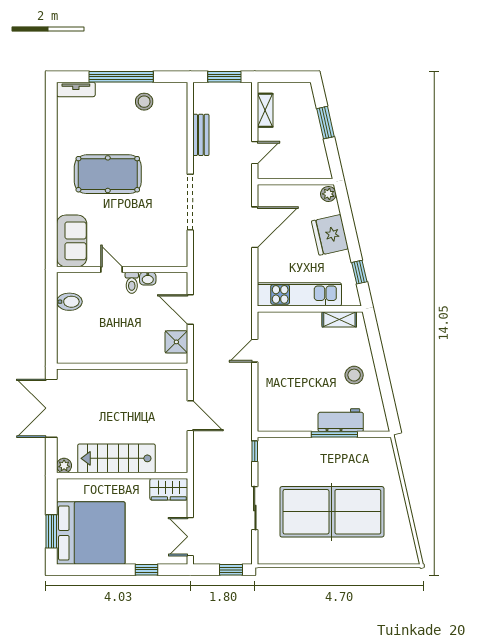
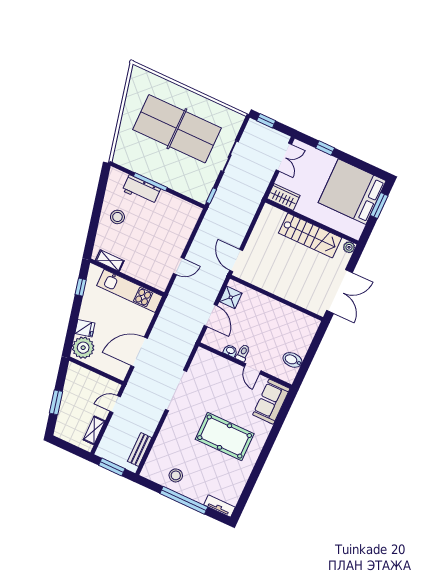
bench: (201, 135) -> (140, 449), moved
plant: (328, 194) -> (83, 348), width x1.87, depth x1.87
fridge: (330, 235) -> (85, 328), width x0.53, depth x0.75
door: (190, 416) -> (236, 261), moved

